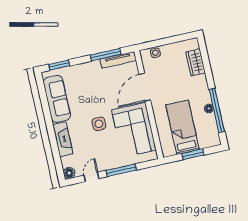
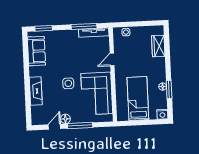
door: (145, 87) -> (112, 59), width x0.53
sofa: (57, 99) -> (36, 51), width x0.73
window: (217, 110) -> (169, 89), width x0.47
nightstand: (214, 141) -> (162, 114), added
window: (193, 154) -> (143, 123), removed
floor lamp: (69, 173) -> (65, 119), moved

